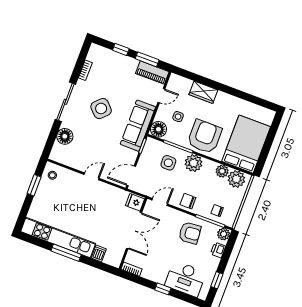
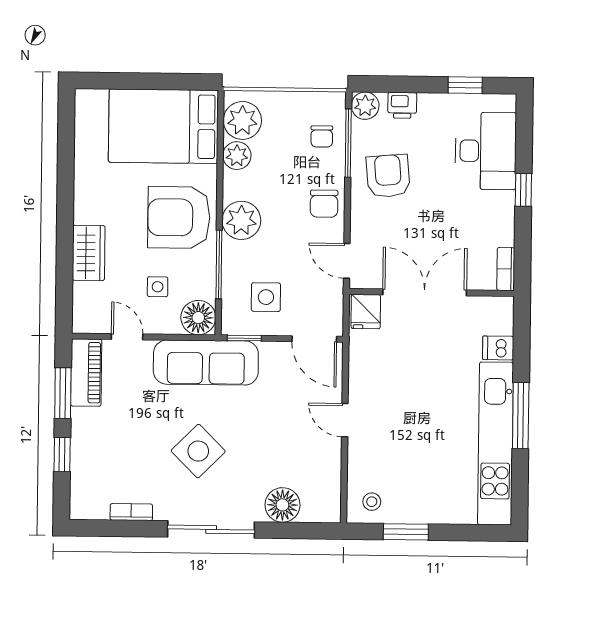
side table: (168, 163) -> (266, 297), moved

